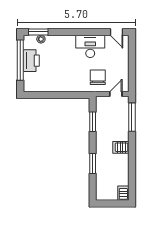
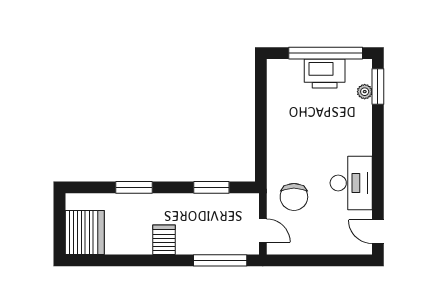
door: (117, 32) -> (378, 232), hinge flipped
chair: (98, 77) -> (294, 197), turned 90
server rack: (123, 193) -> (85, 232), width x2.18, depth x1.44

